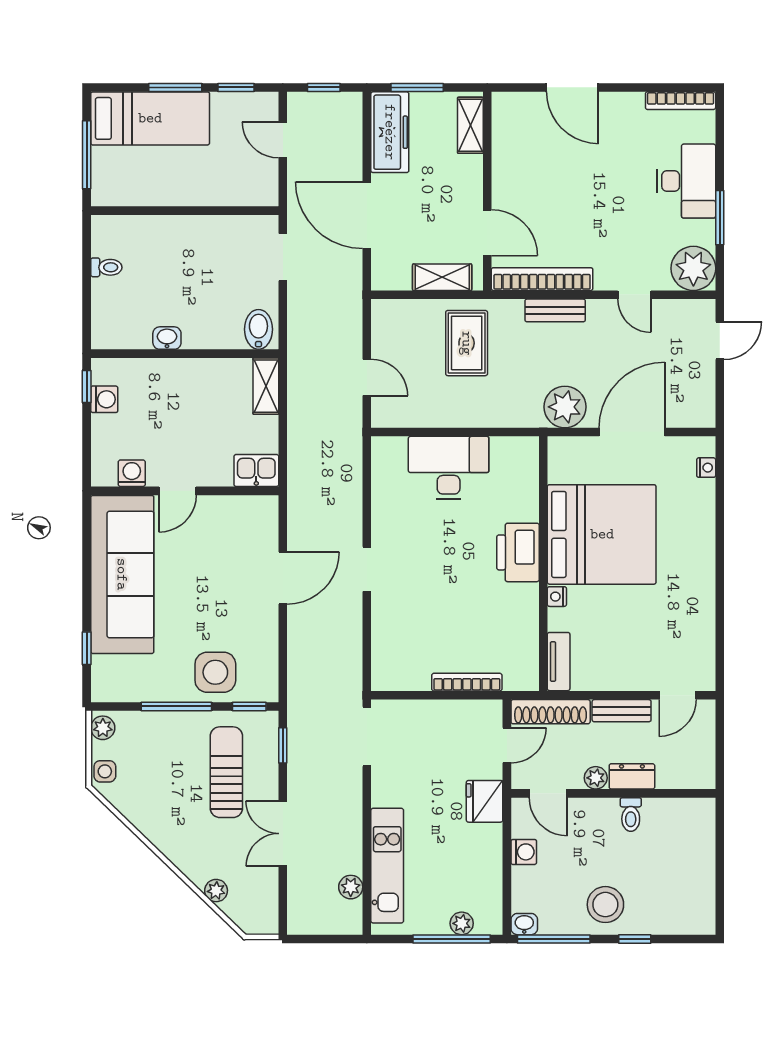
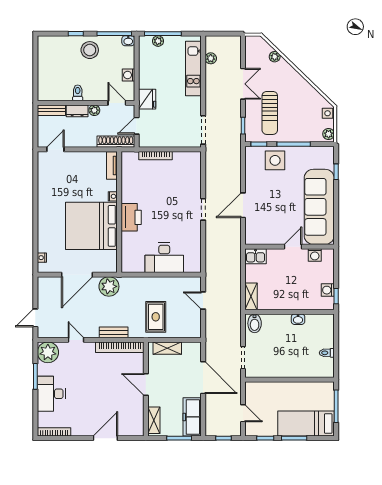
door: (572, 87) -> (105, 438), hinge flipped
door: (487, 233) -> (146, 384), moved
bench: (622, 711) -> (51, 110), moved

